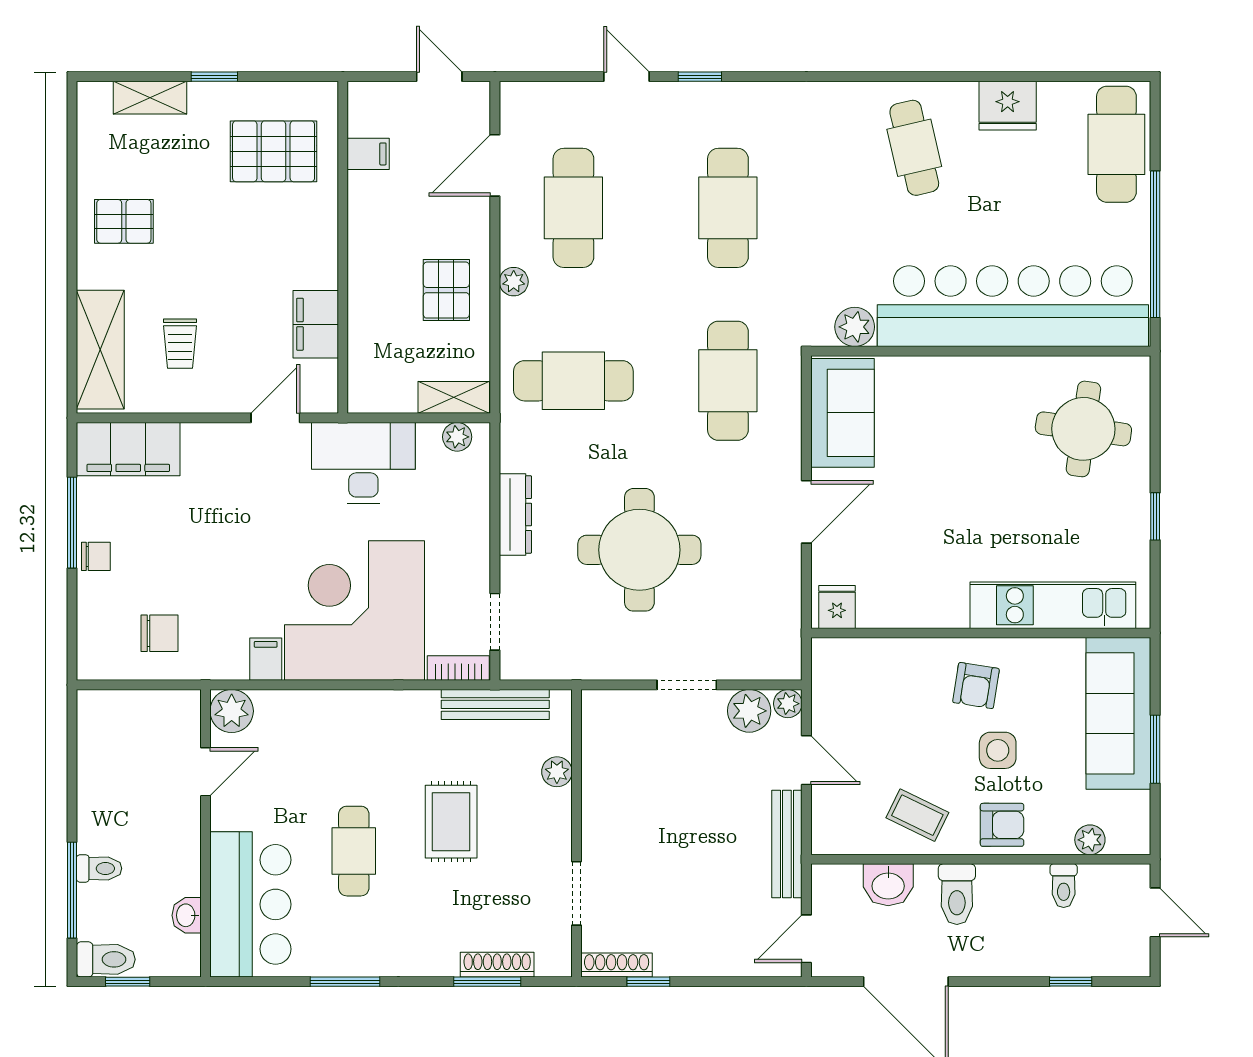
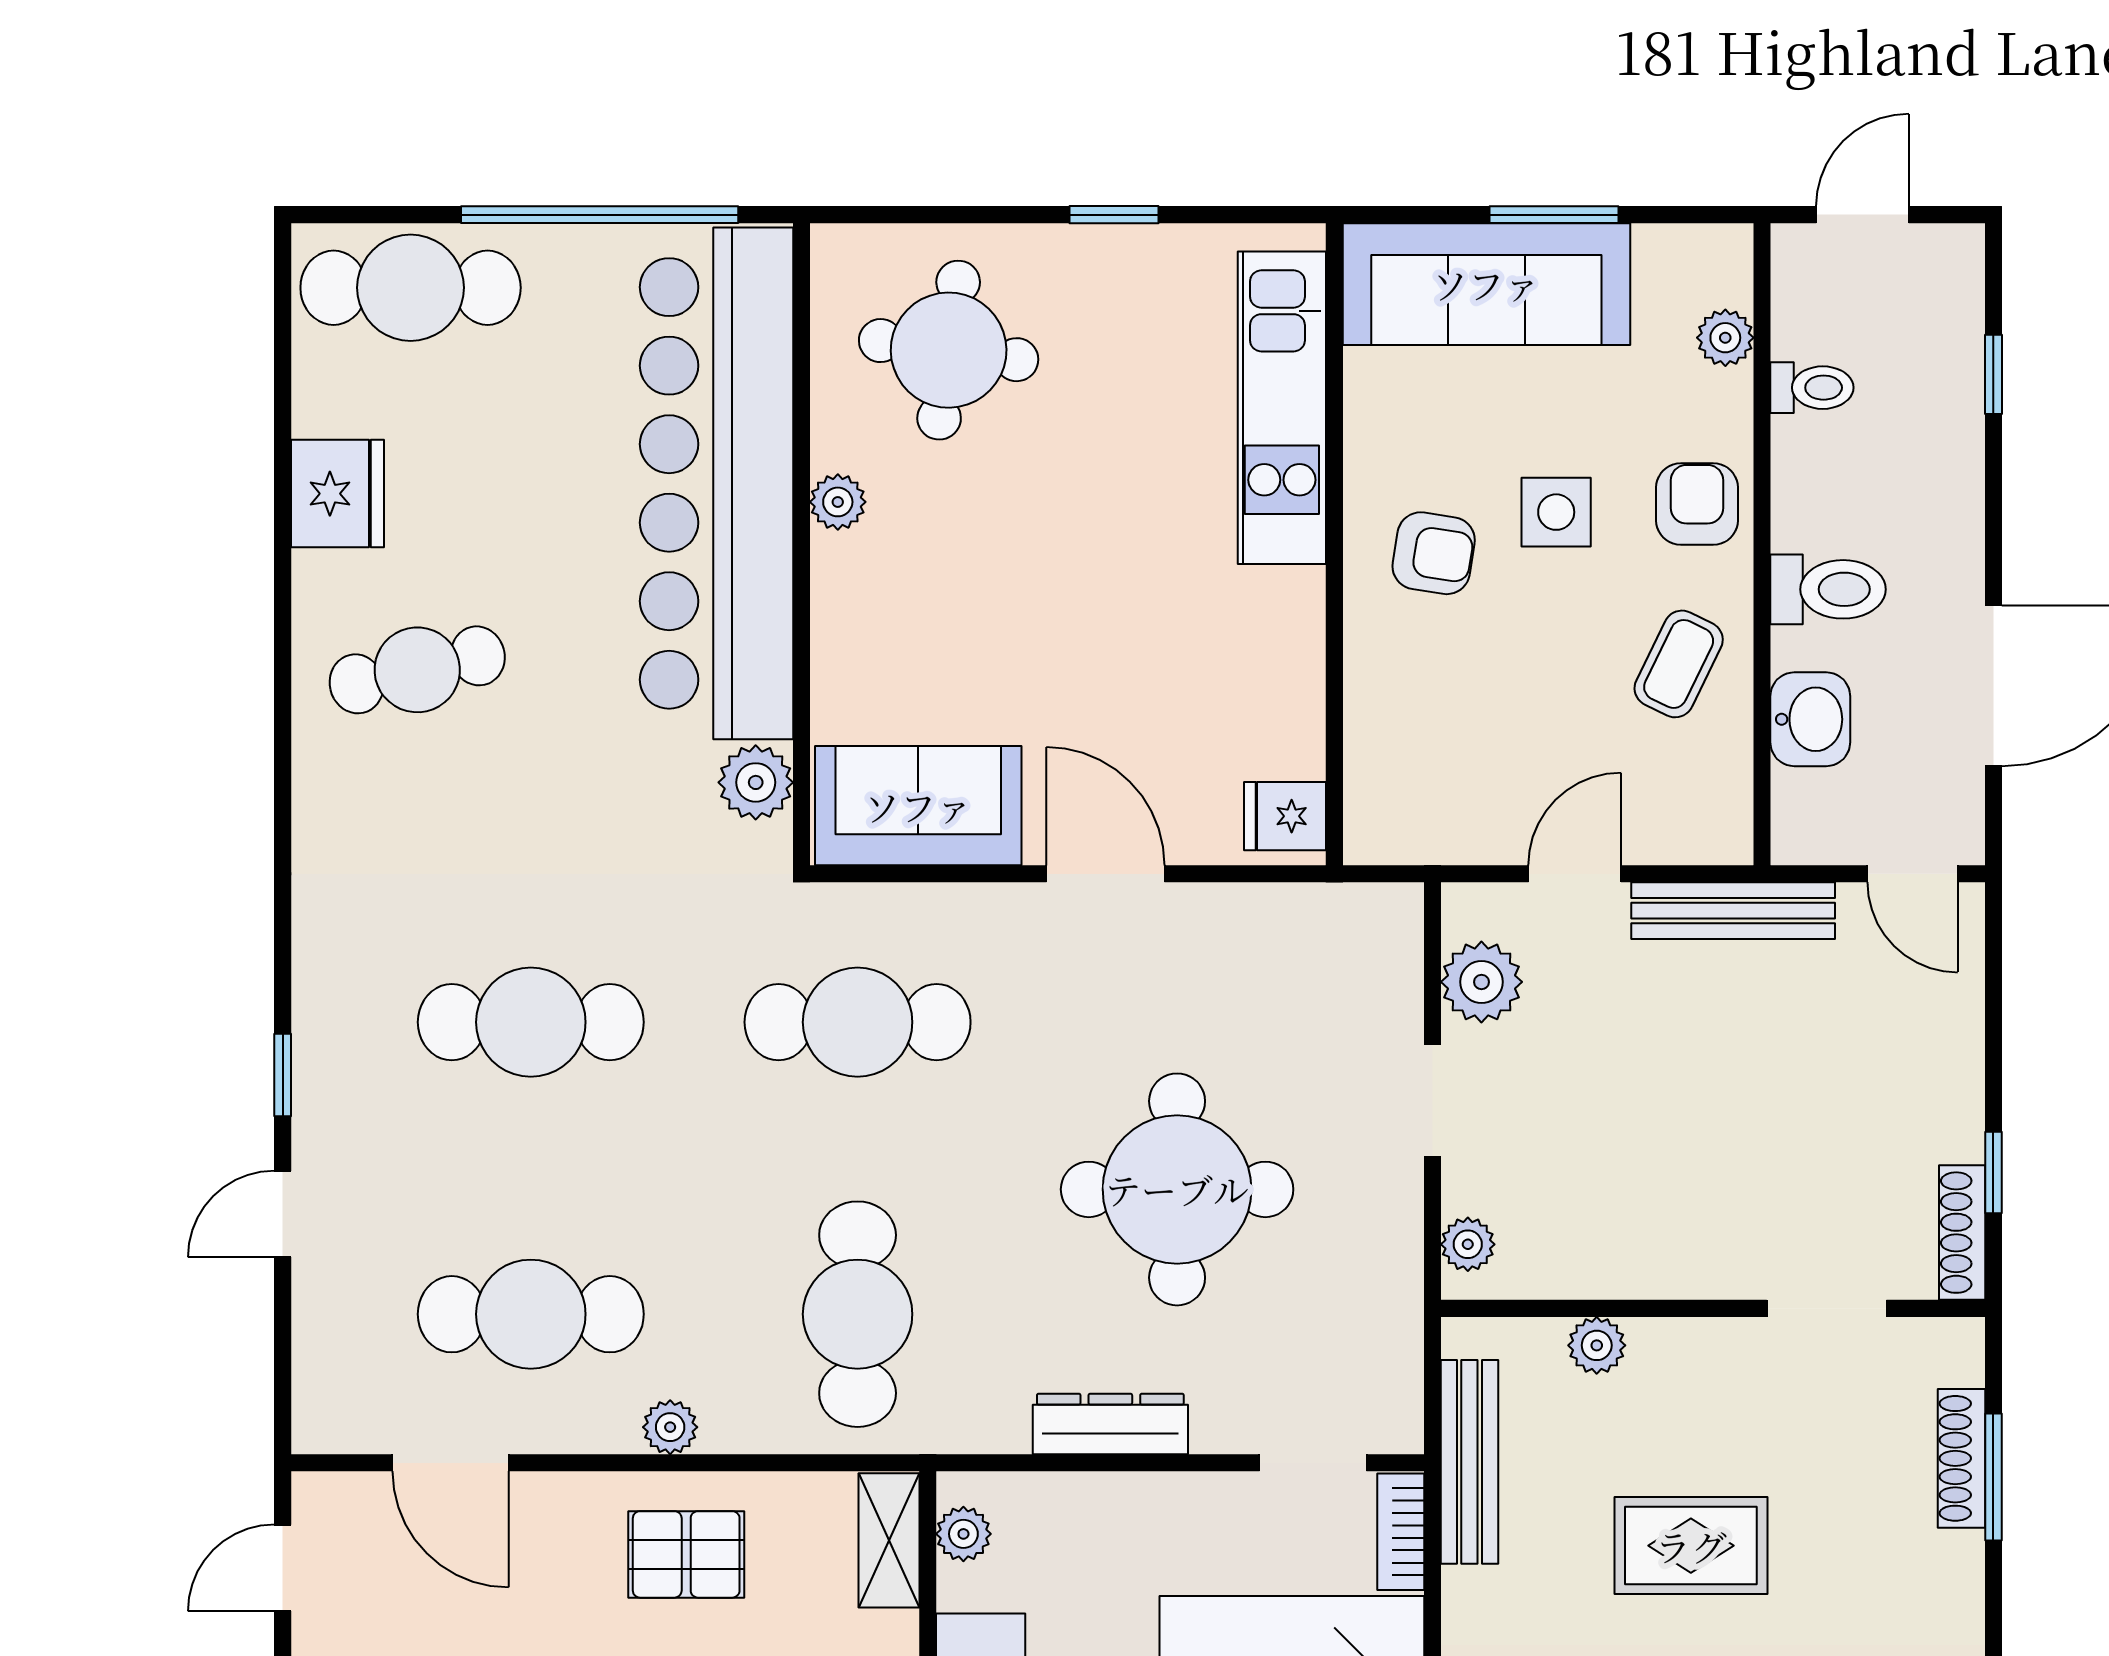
plant: (1003, 370) -> (838, 502), added
plant: (788, 704) -> (1468, 1244), moved

